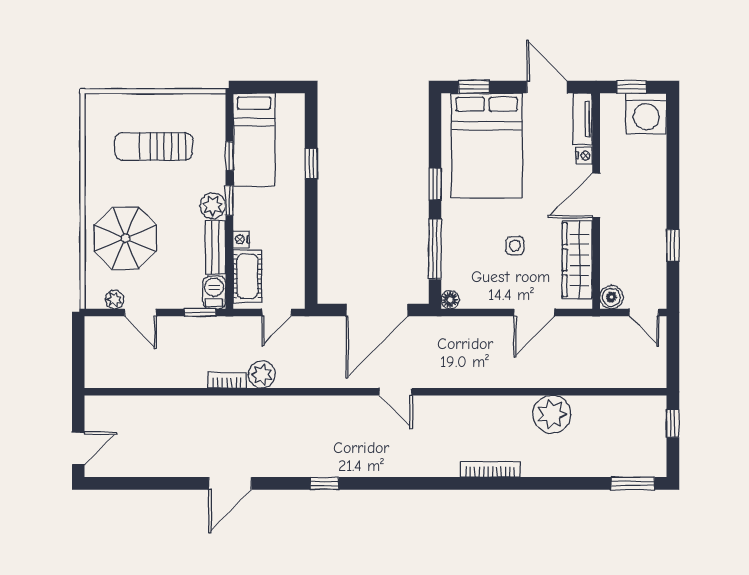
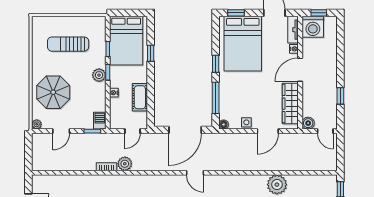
washing machine: (646, 113) -> (313, 27), moved
bed: (254, 140) -> (126, 41), width x1.50
side table: (515, 246) -> (246, 122), moved
bench: (215, 247) -> (100, 97), removed
cot: (247, 276) -> (140, 97), moved
plant: (114, 300) -> (37, 124), moved
door: (140, 312) -> (61, 131), hinge flipped

